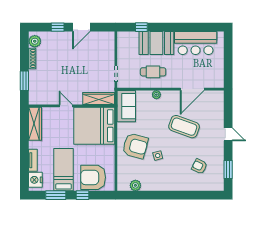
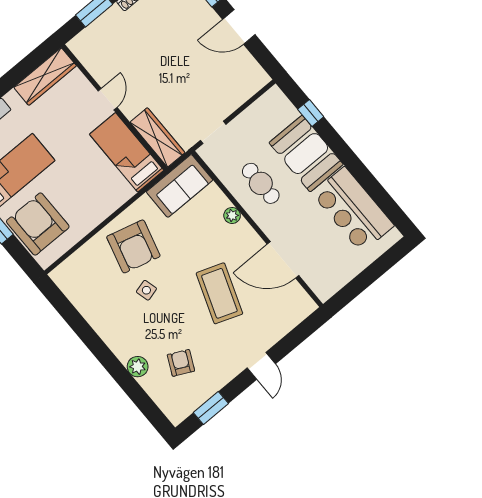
bed: (94, 126) -> (127, 152), width x0.49
plant: (135, 185) -> (138, 367), moved

